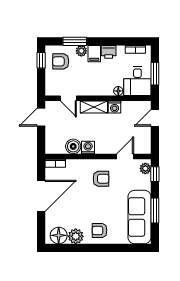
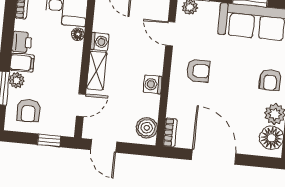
window: (41, 60) -> (49, 140), moved
boiler: (73, 146) -> (147, 128), moved
armchair: (101, 179) -> (198, 71), turned 90

